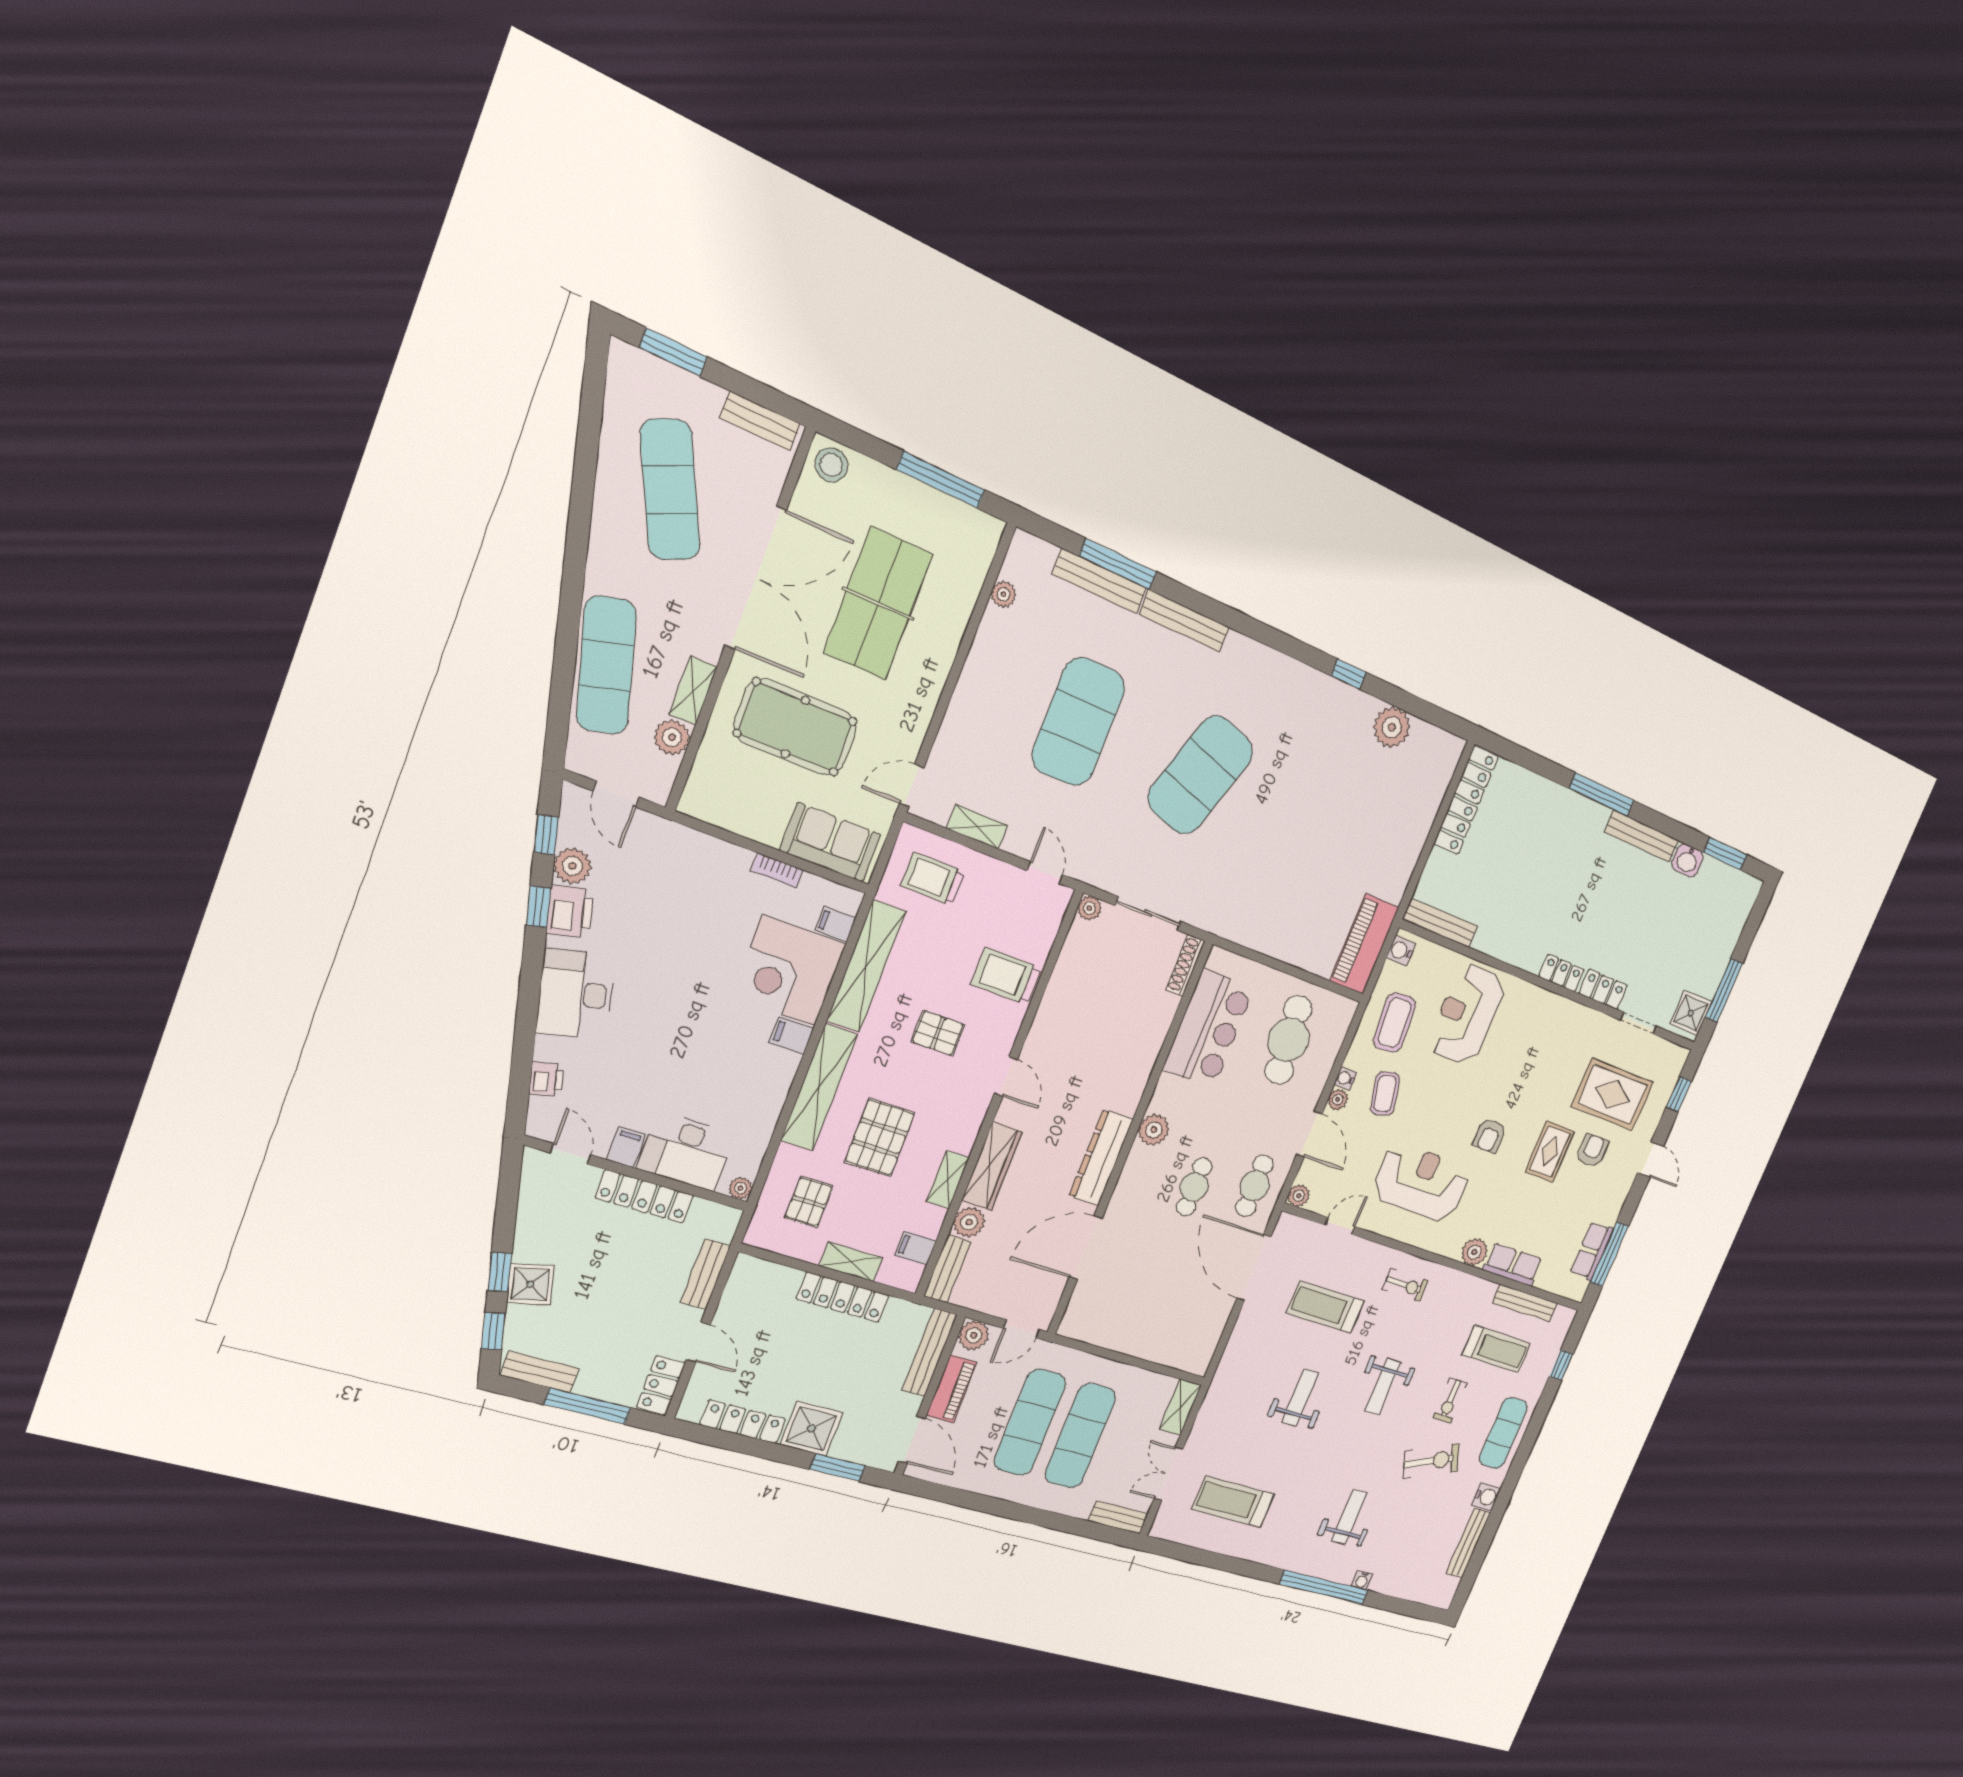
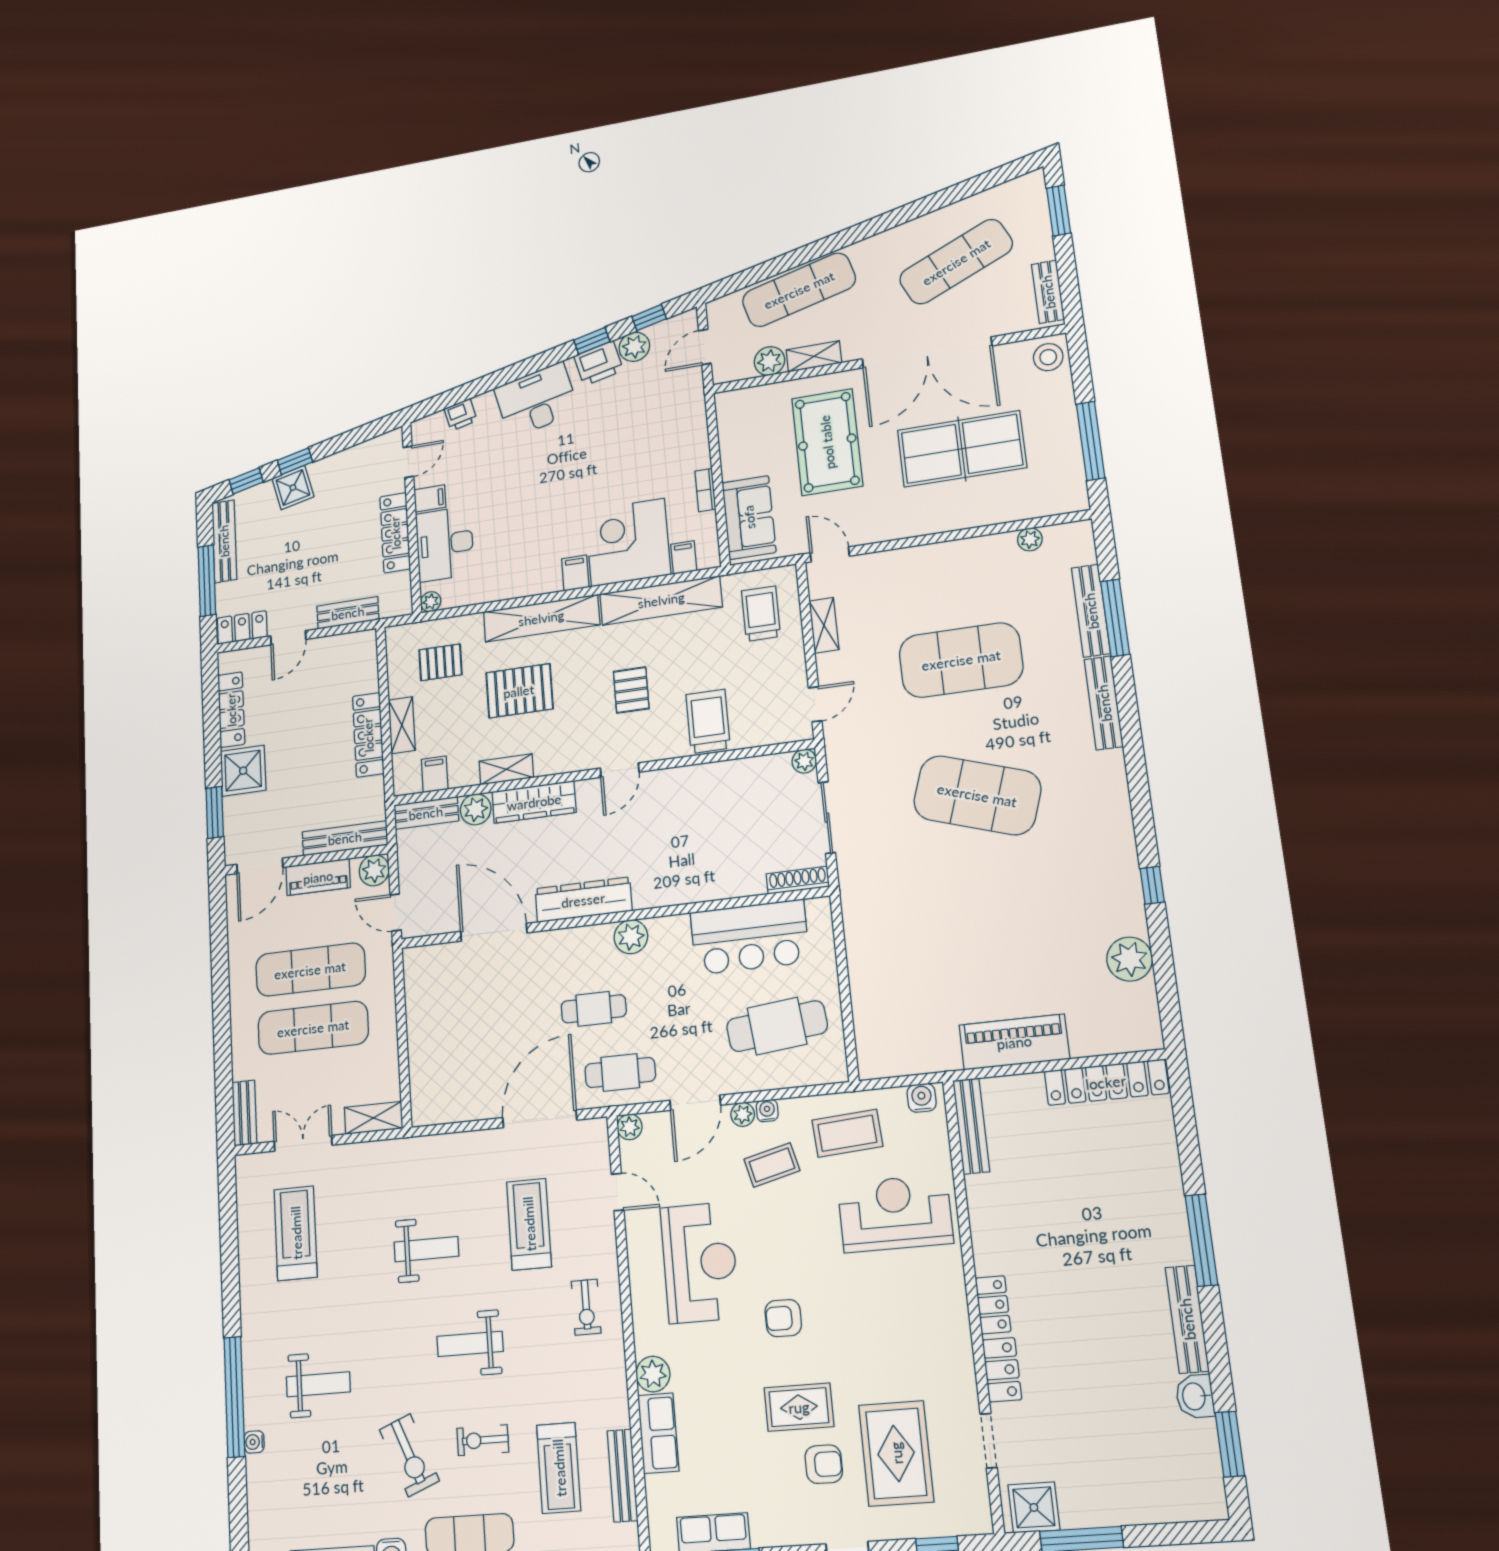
piano: (1364, 944) -> (1014, 1042), moved
bench: (540, 1372) -> (224, 541), width x1.36

